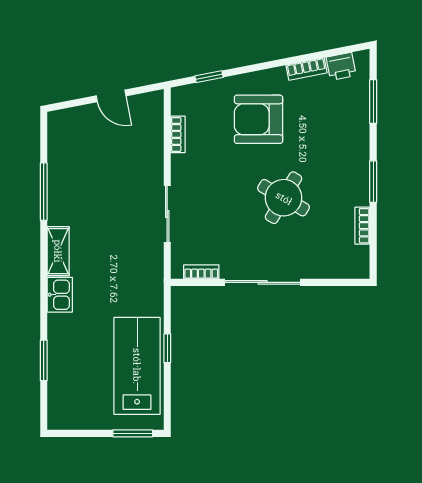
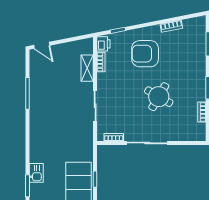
printer: (341, 66) -> (103, 44), moved, turned -79
door: (111, 96) -> (42, 45), moved
shelving: (58, 251) -> (87, 68), moved
kitchen sink: (60, 295) -> (36, 173), moved

